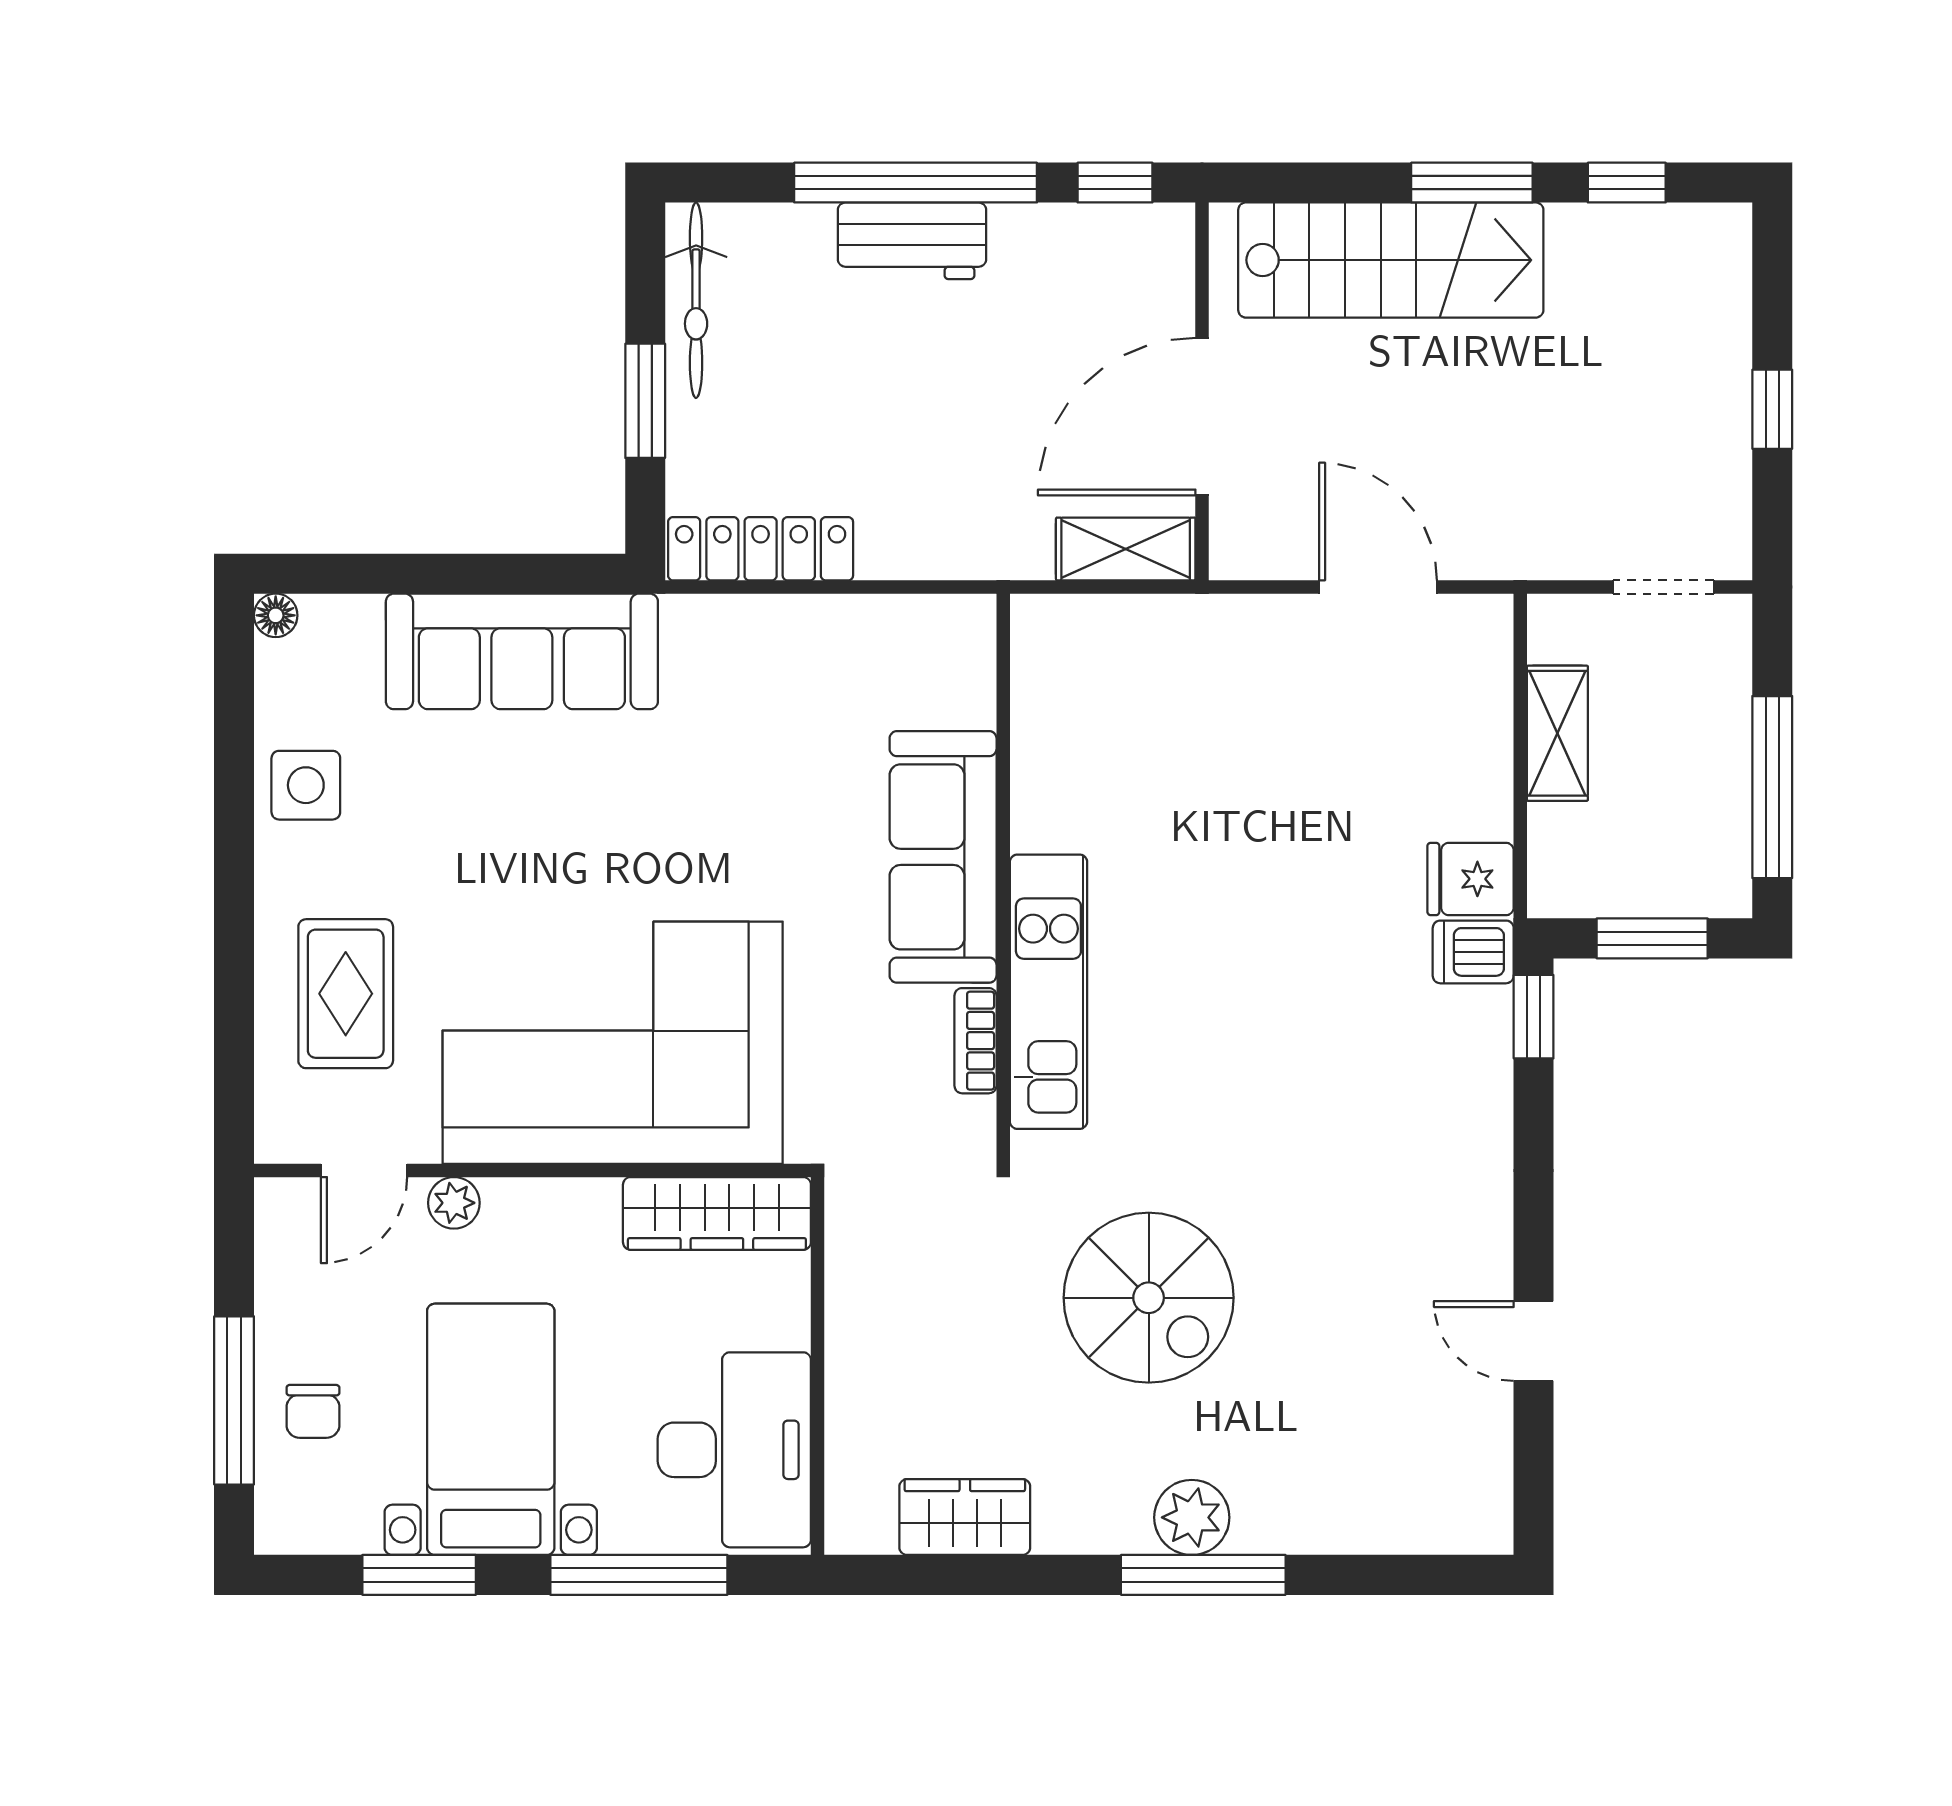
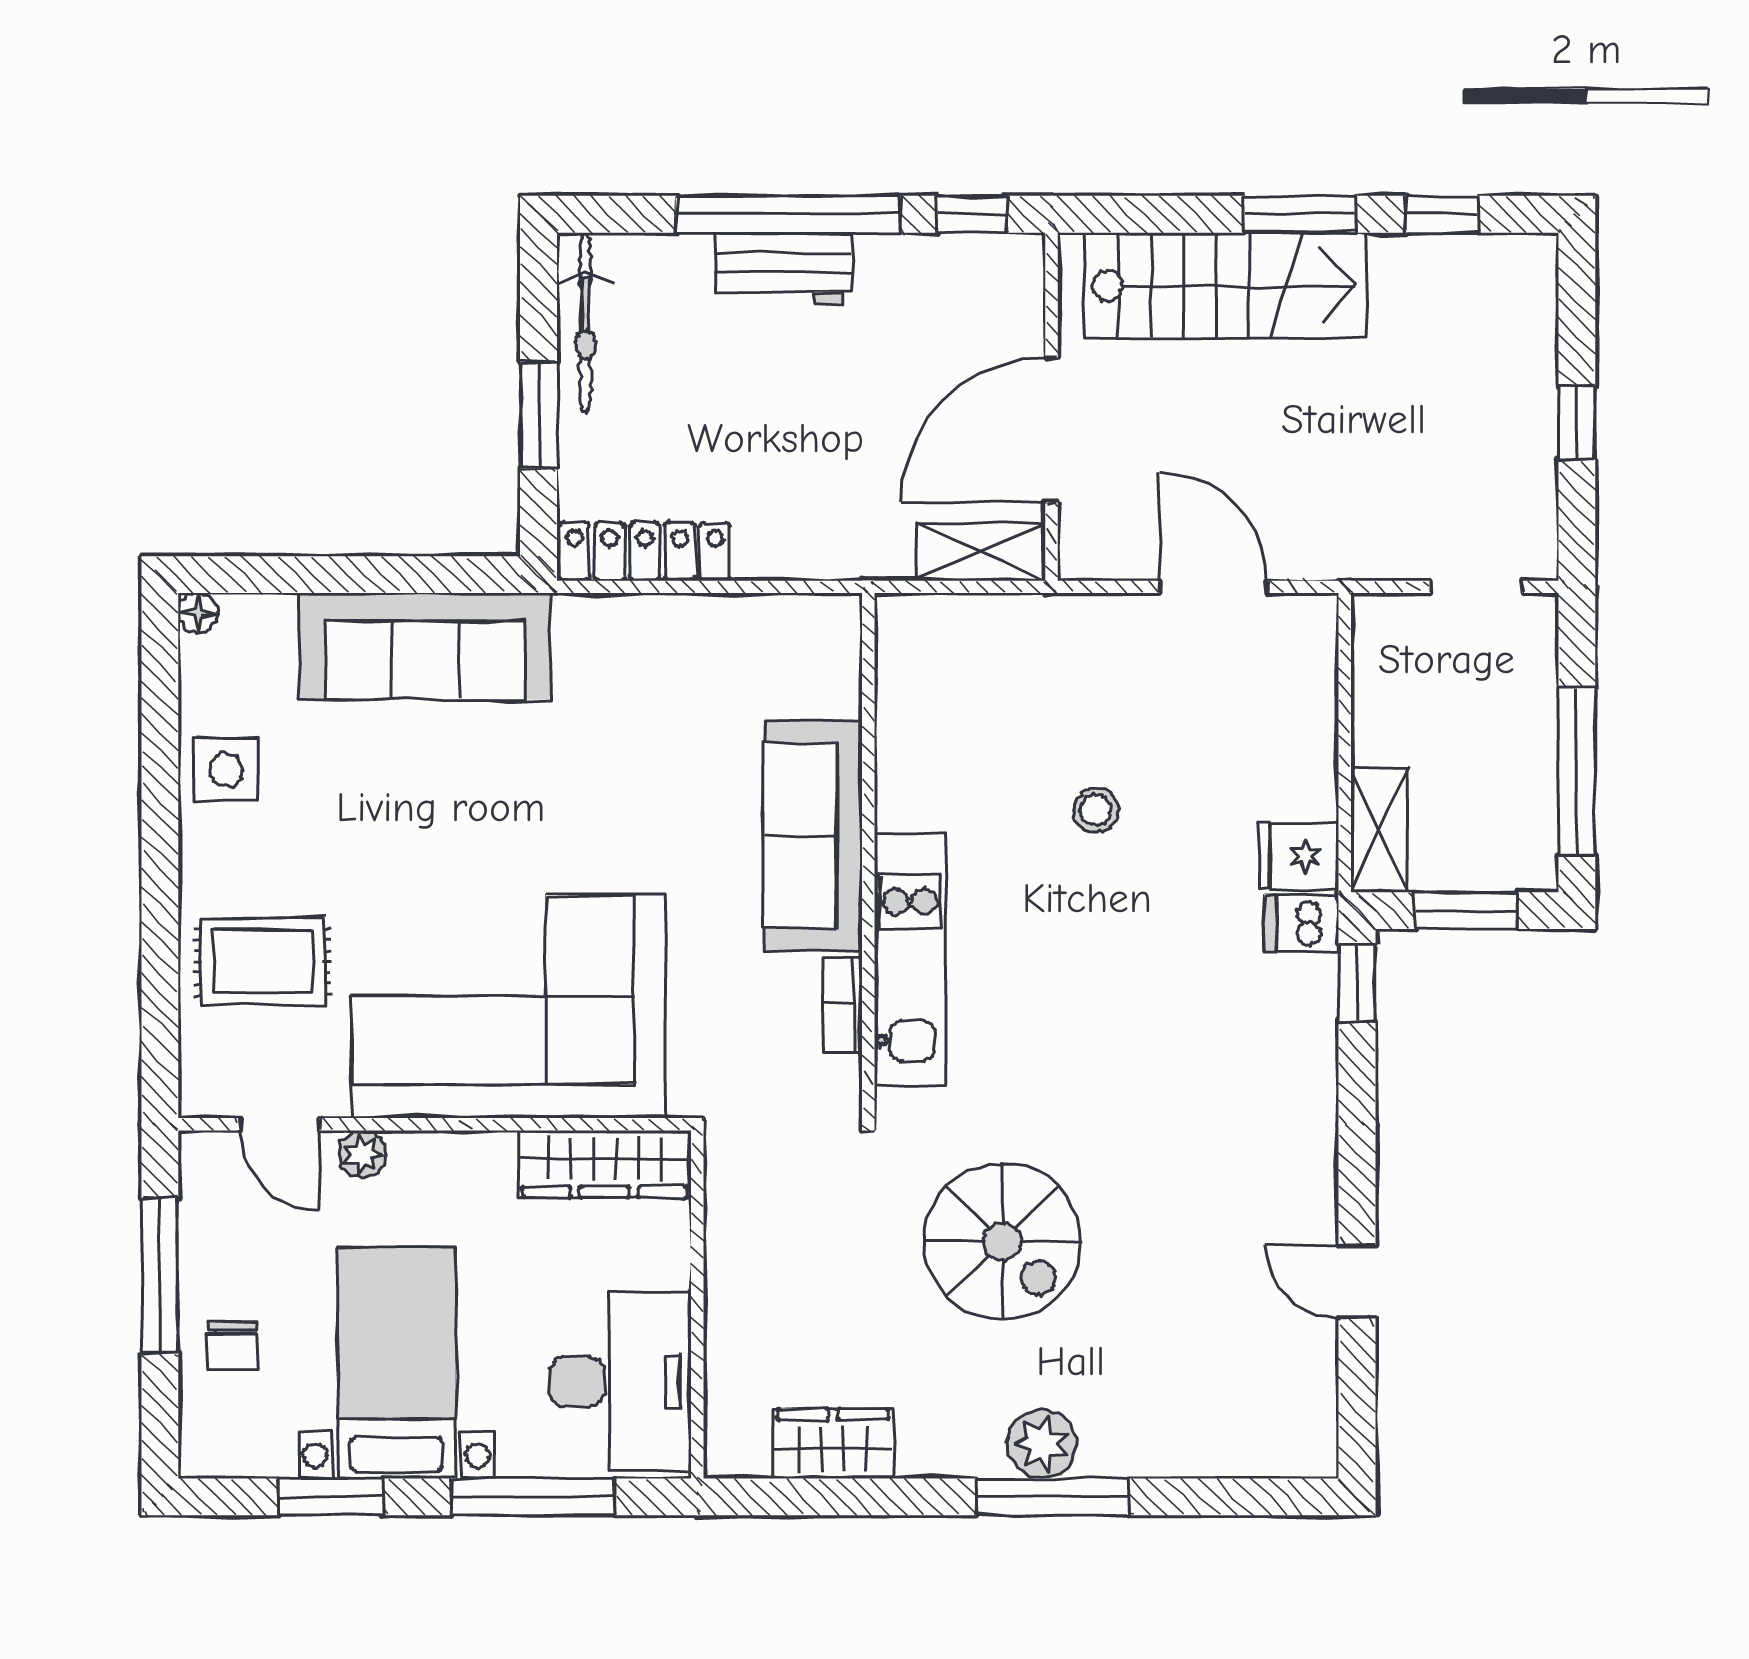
shelving: (1557, 733) -> (1379, 830), moved
stool: (1250, 830) -> (1096, 810), added
rug: (346, 994) -> (263, 962), turned 90
door: (364, 1170) -> (280, 1124), hinge flipped
window: (234, 1400) -> (160, 1275), moved

